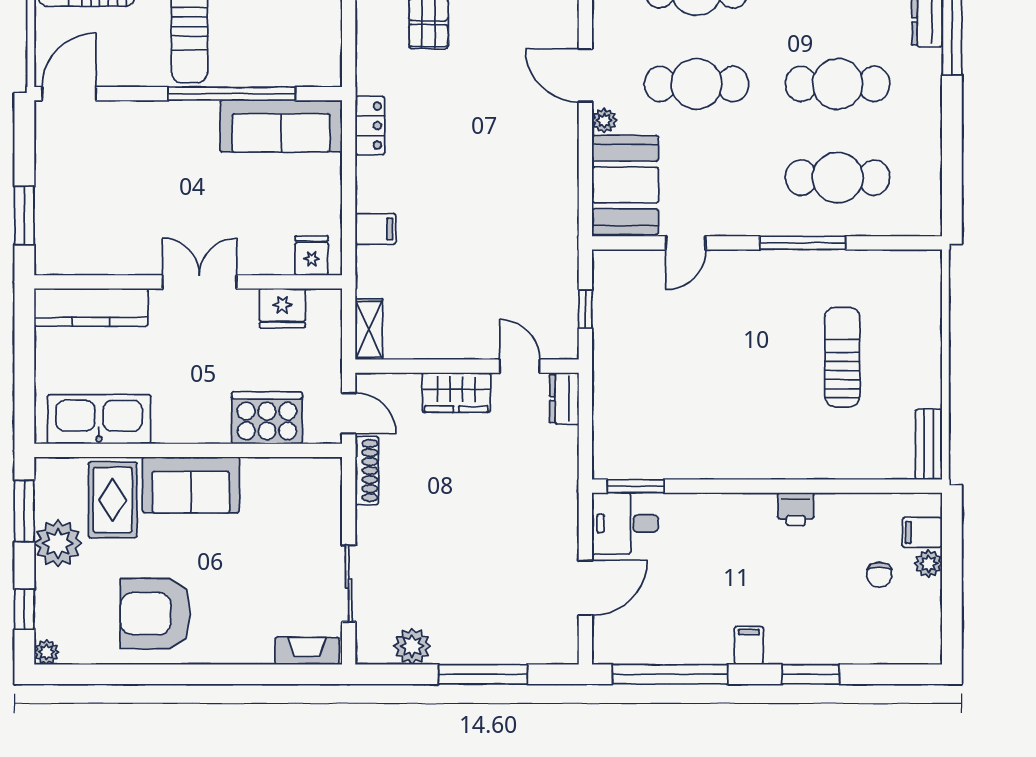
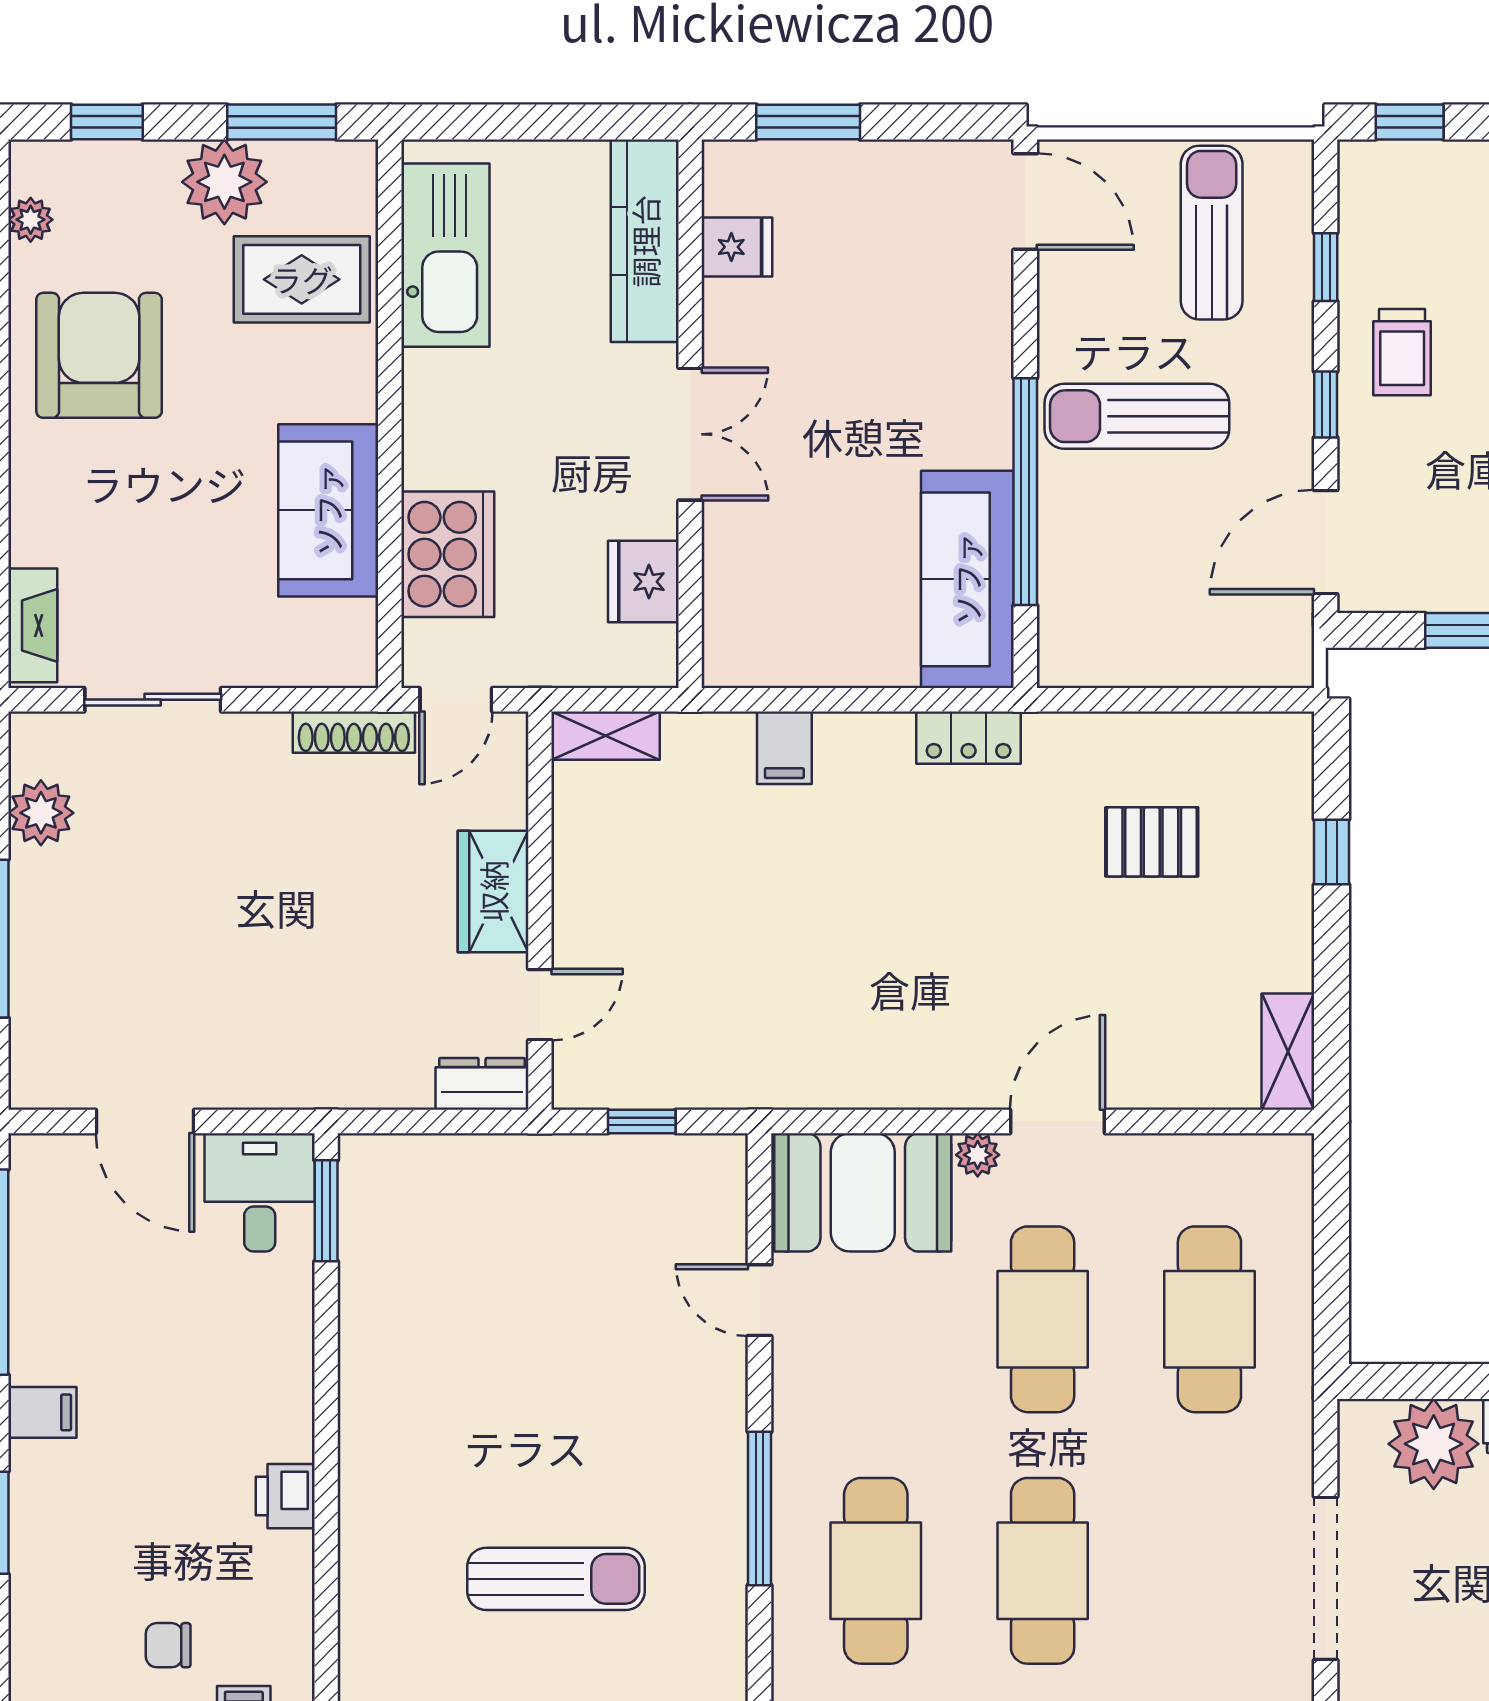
fridge: (312, 256) -> (737, 247), moved
sofa: (191, 485) -> (328, 510), moved
plant: (46, 652) -> (31, 220), moved

